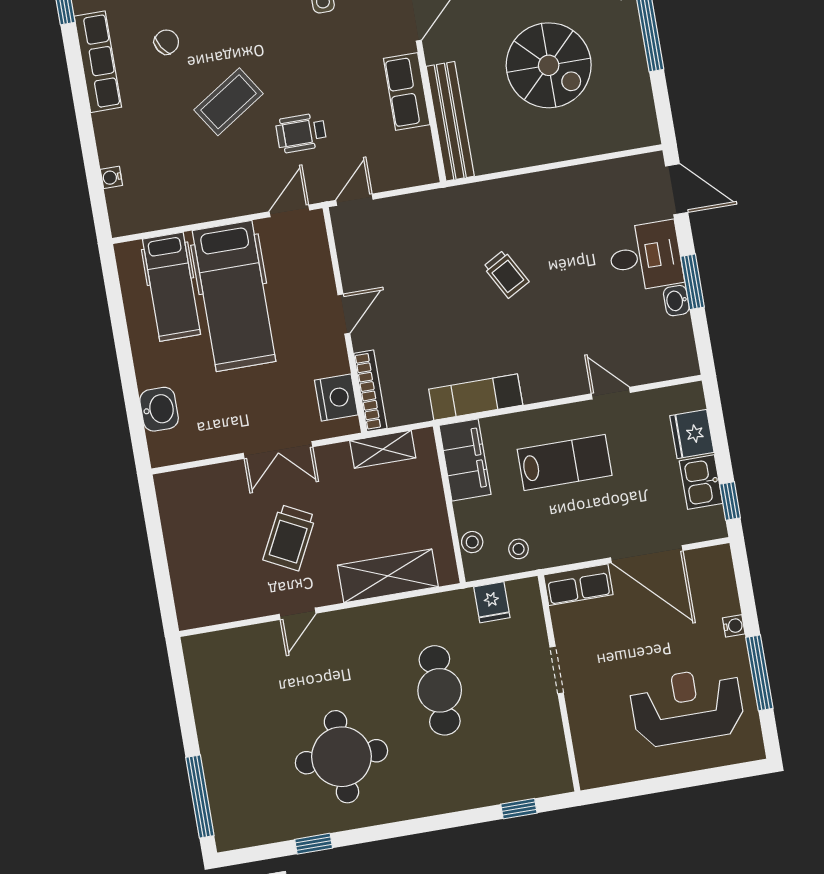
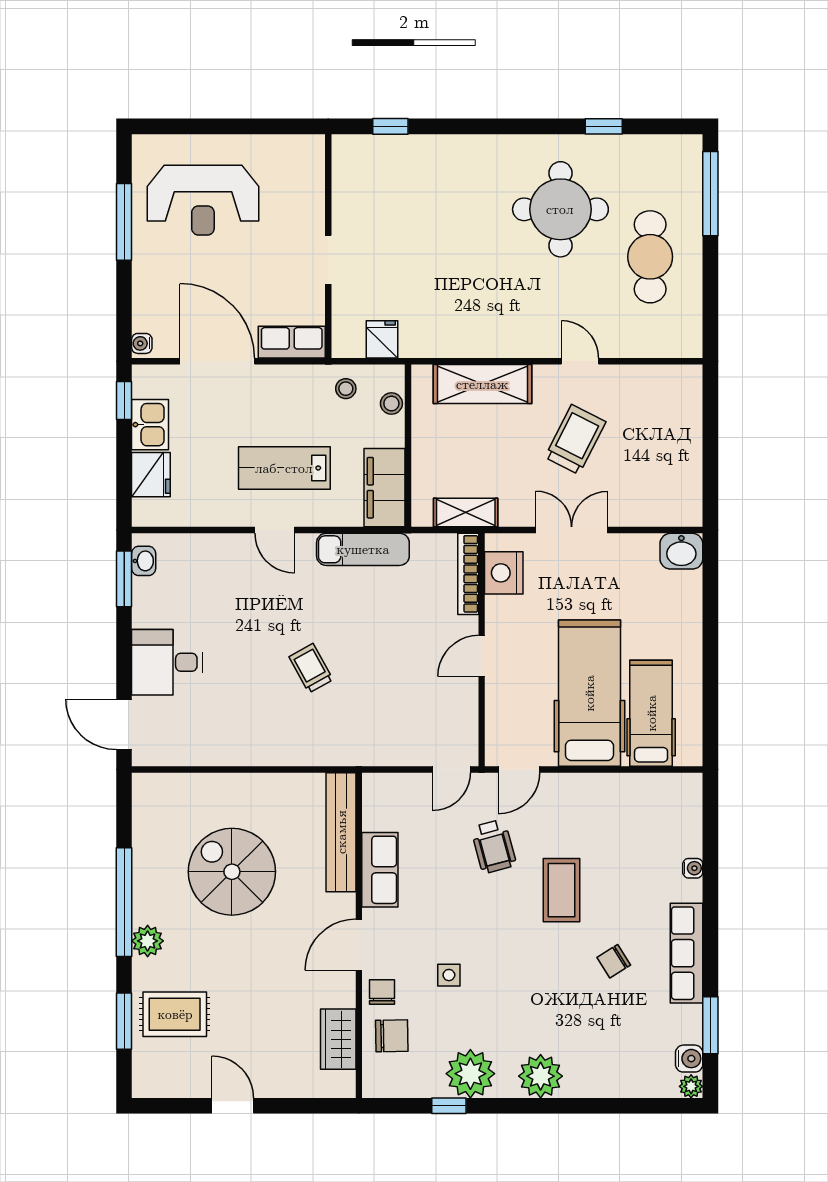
coffee table: (229, 102) -> (561, 890), turned -57
wheelchair: (301, 133) -> (494, 846), turned 75
water cooler: (111, 177) -> (693, 868), moved
window: (693, 282) -> (124, 579), moved
washbasin: (676, 301) -> (144, 561), moved
door: (611, 393) -> (275, 530), moved
washbasin: (159, 409) -> (681, 551), moved, turned -90
door: (298, 614) -> (580, 361), hinge flipped
water cooler: (734, 626) -> (142, 343), moved
cafe table: (440, 690) -> (650, 257), moved

